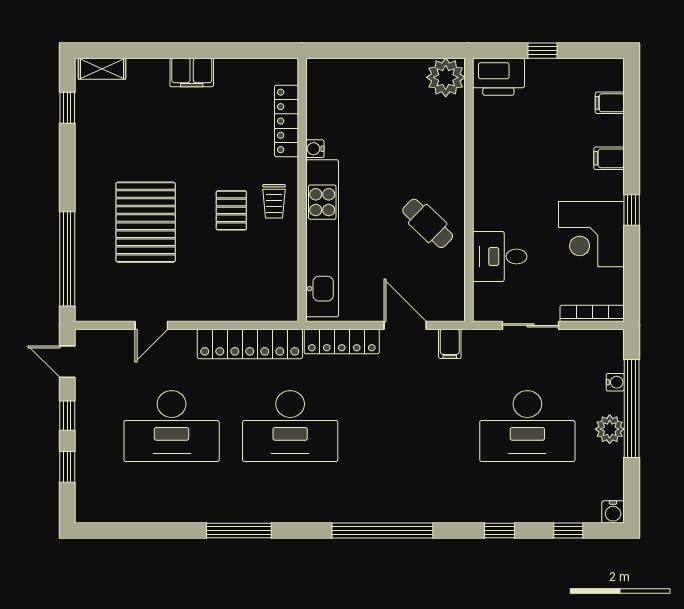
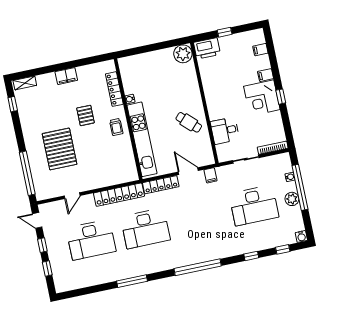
pallet: (231, 210) -> (86, 115), moved
corner desk: (591, 234) -> (262, 98), moved

